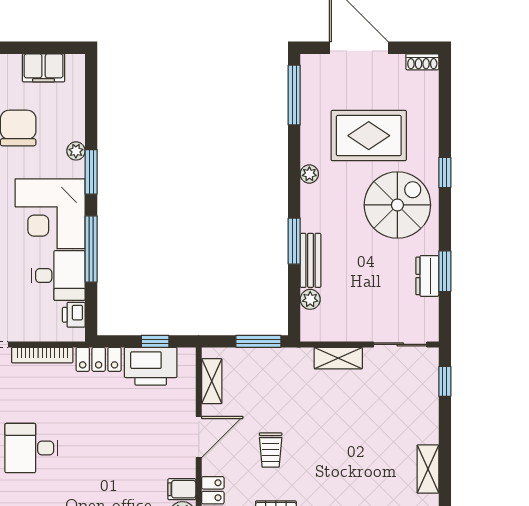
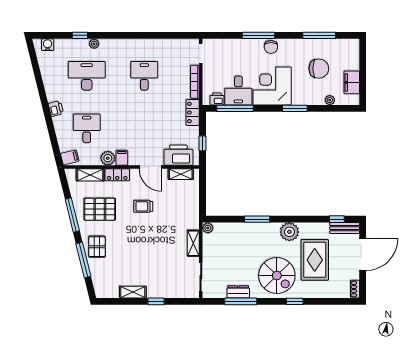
window: (294, 95) -> (337, 219), width x0.46
plant: (76, 151) -> (330, 100), moved
plant: (309, 174) -> (289, 232), width x1.88, depth x1.88
window: (91, 249) -> (235, 108), moved
bench: (311, 260) -> (345, 228), moved
window: (445, 271) -> (241, 301), width x1.44
plant: (310, 299) -> (208, 228), moved
window: (258, 341) -> (203, 200), removed
printer: (151, 366) -> (178, 155), moved, turned 90
window: (445, 381) -> (156, 301), moved

